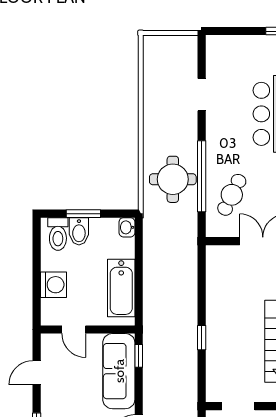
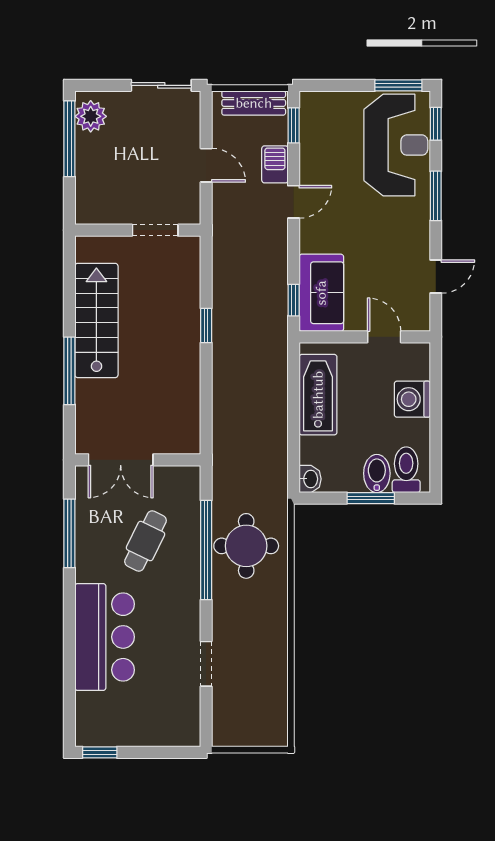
cafe table: (232, 195) -> (146, 541), moved
sofa: (119, 371) -> (321, 293), width x0.73

